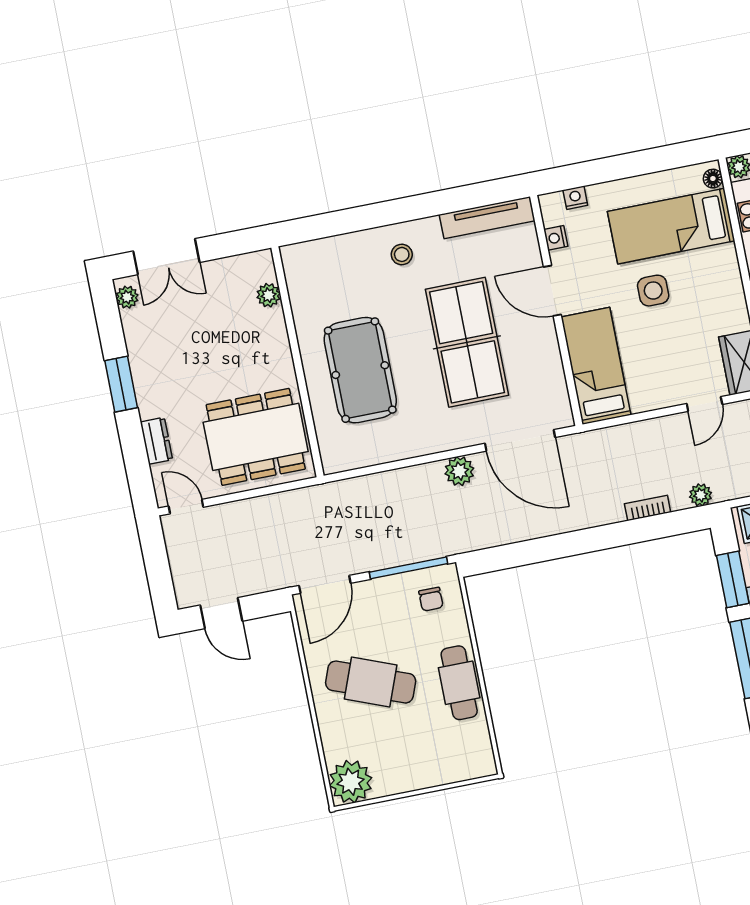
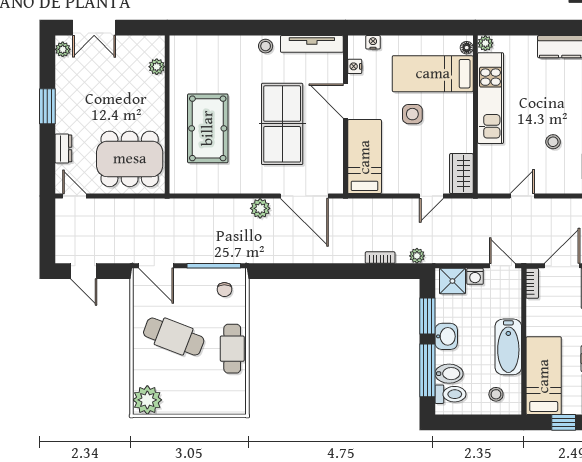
stool: (402, 254) -> (266, 46), moved
door: (325, 584) -> (156, 266), hinge flipped

